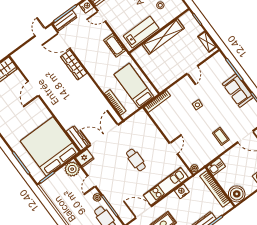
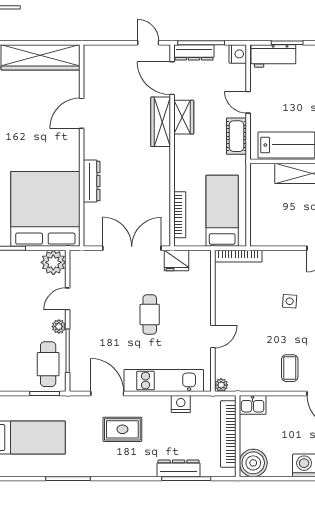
door: (102, 16) -> (248, 102), moved
door: (40, 32) -> (148, 43), hinge flipped
wardrobe: (83, 55) -> (184, 117), added
dresser: (77, 138) -> (92, 181), moved
fridge: (85, 158) -> (176, 260), moved

